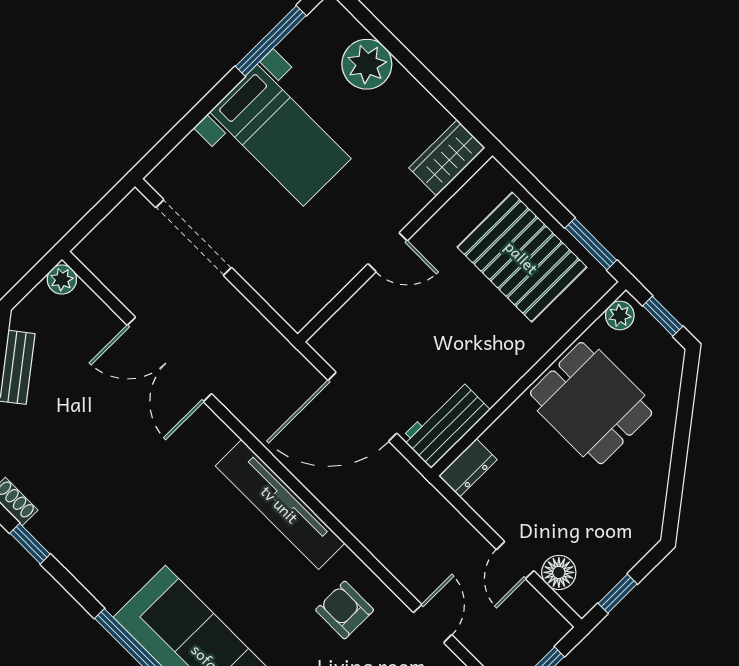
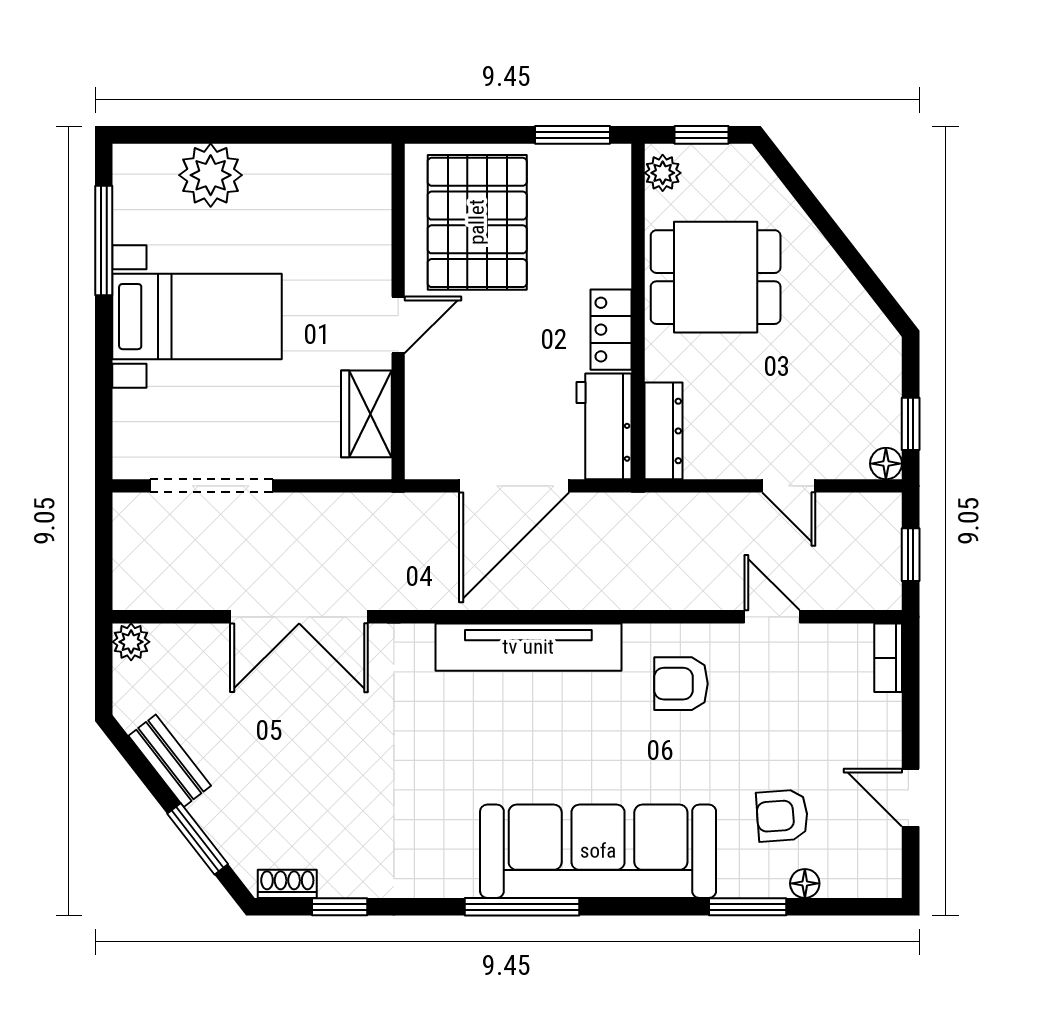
wardrobe: (447, 158) -> (366, 414), moved
pallet: (522, 257) -> (477, 222), moved, turned 90
locker: (504, 374) -> (611, 330), added
dresser: (468, 468) -> (663, 431), width x1.44
floor lamp: (559, 572) -> (886, 464), moved, width x0.73, depth x0.73

